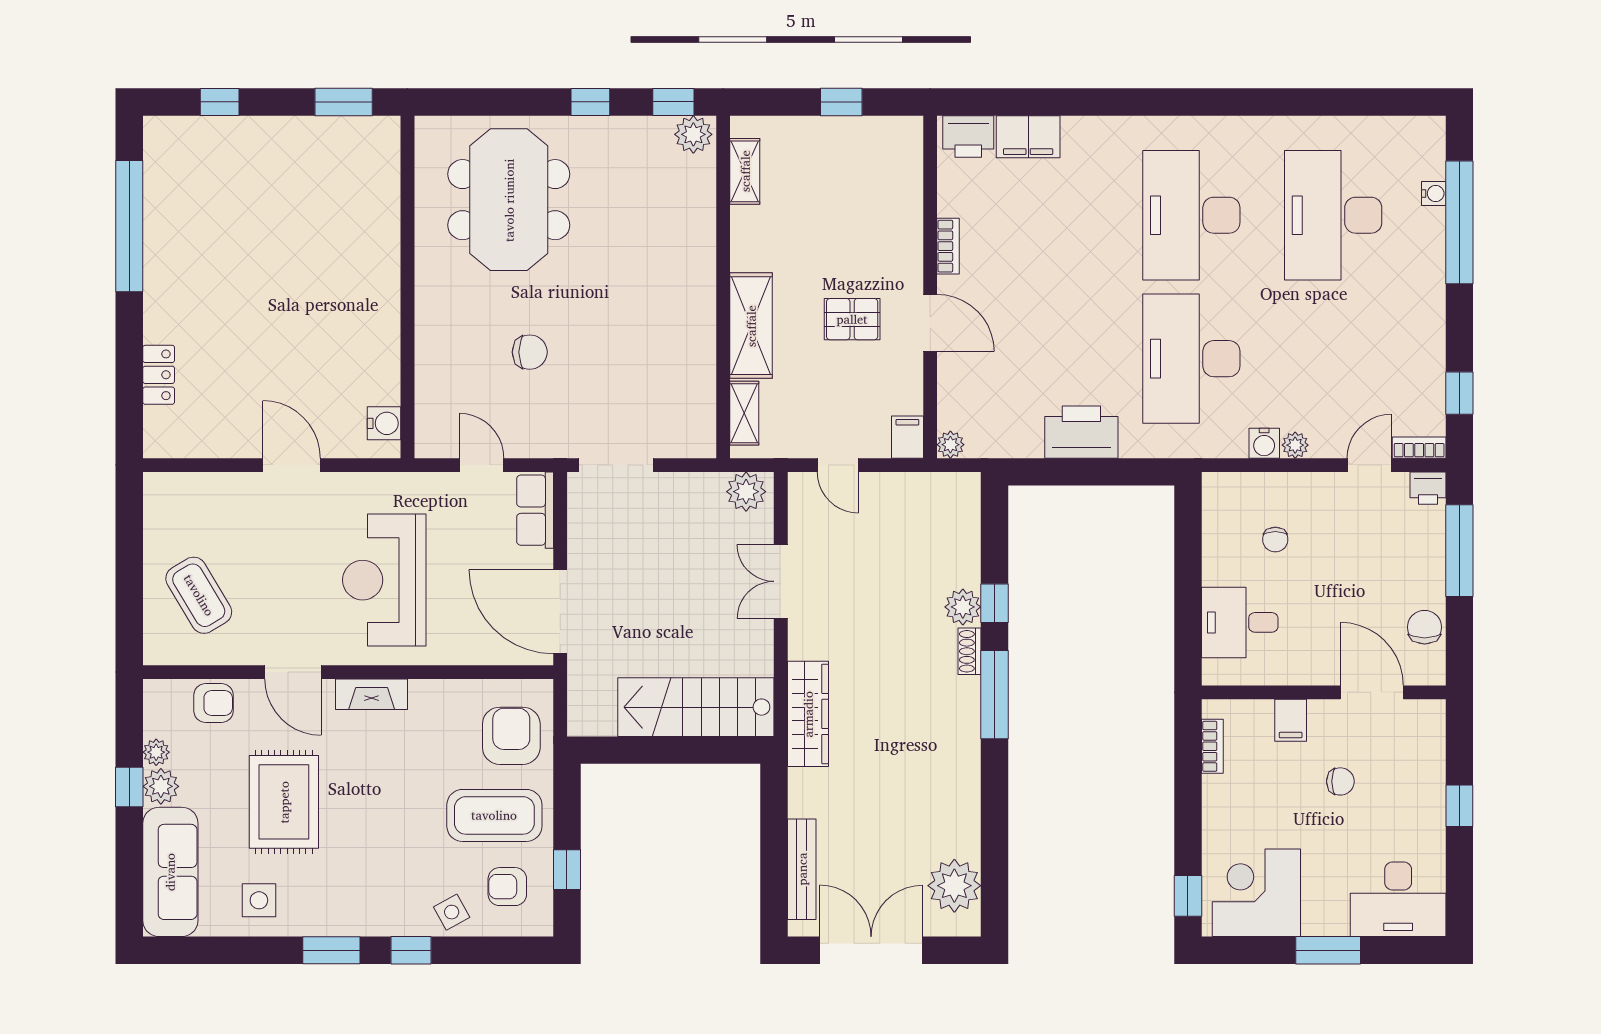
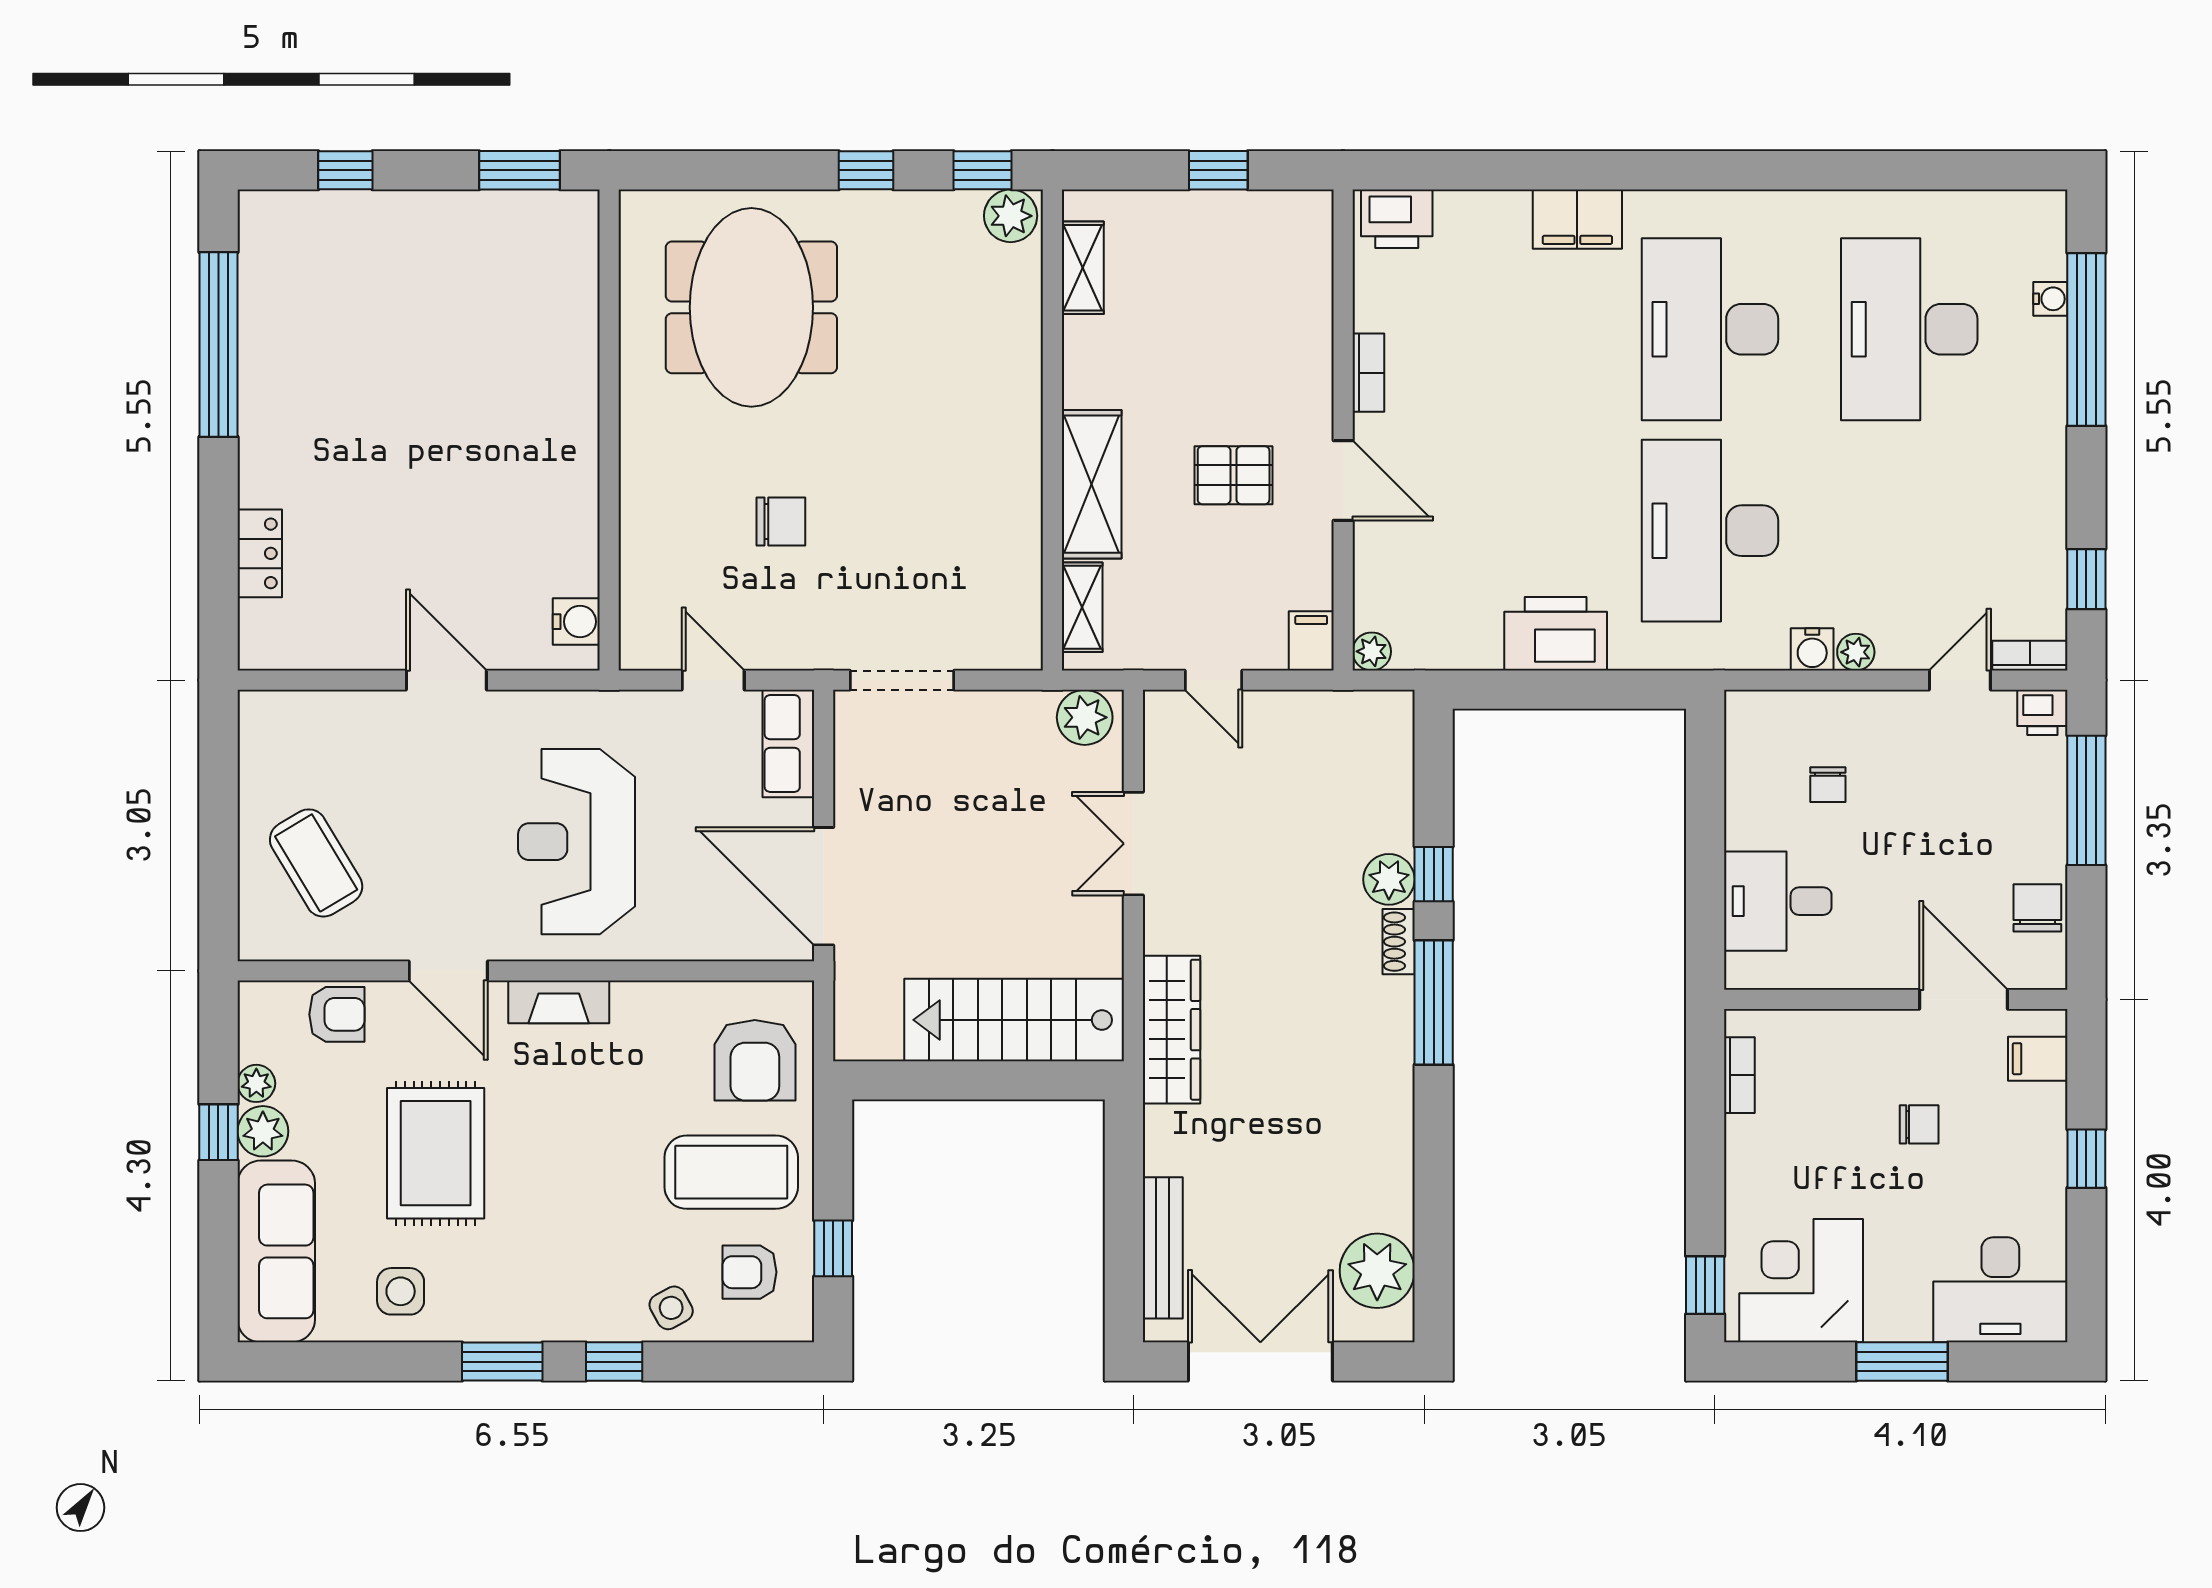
filing cabinet: (1028, 137) -> (1577, 219), moved
filing cabinet: (1291, 720) -> (2038, 1059), moved, turned 90
armchair: (511, 736) -> (755, 1060), turned 180

